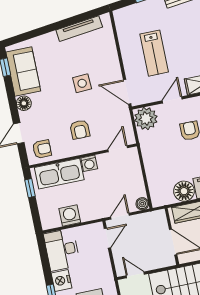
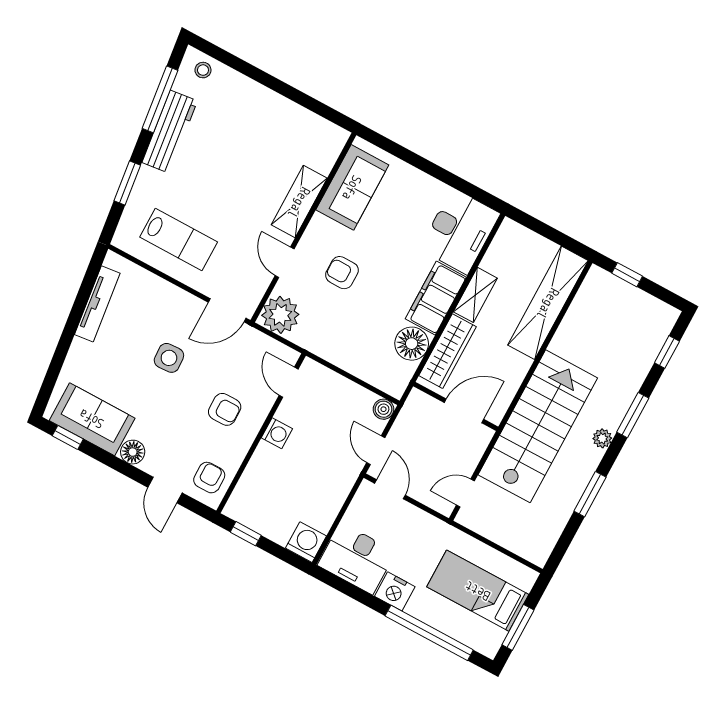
lab bench: (154, 53) -> (179, 239), moved
kitchen sink: (59, 174) -> (258, 482), removed
washing machine: (70, 216) -> (306, 542), moved, turned 90

